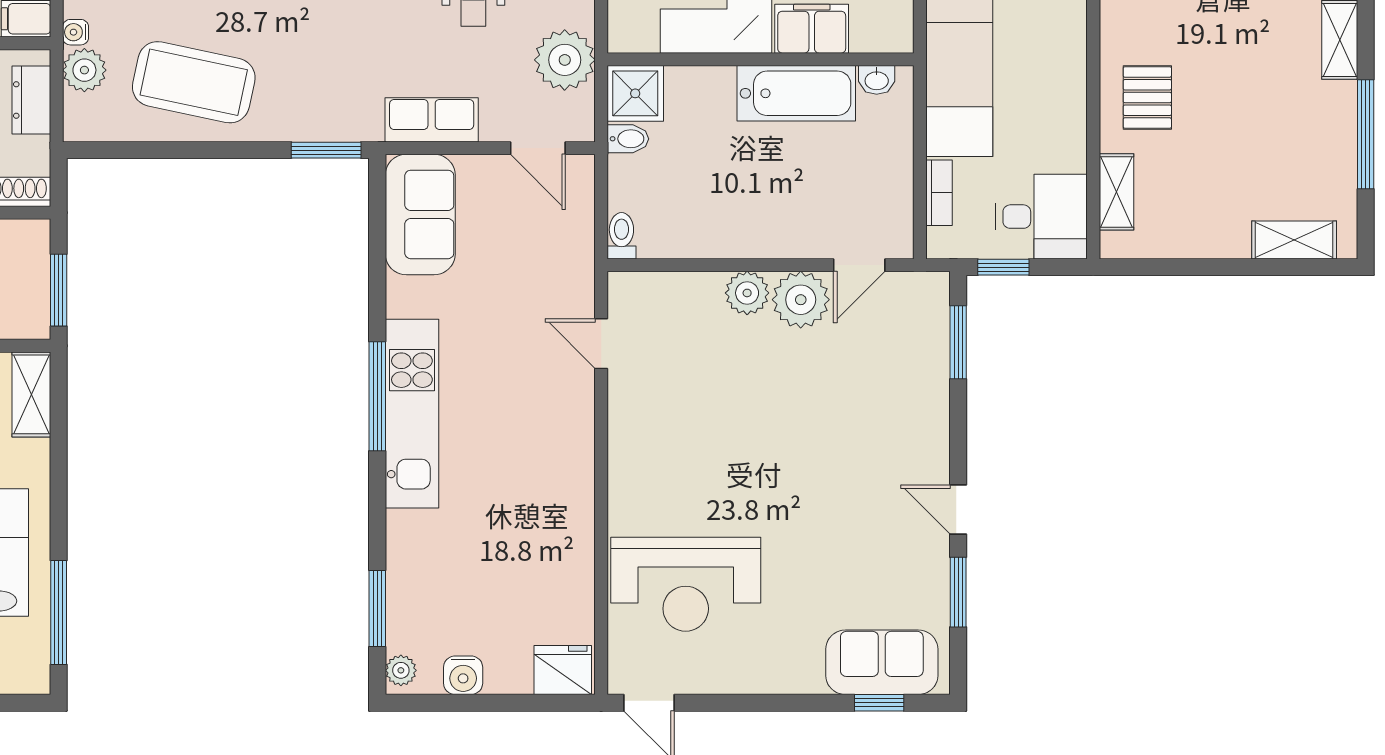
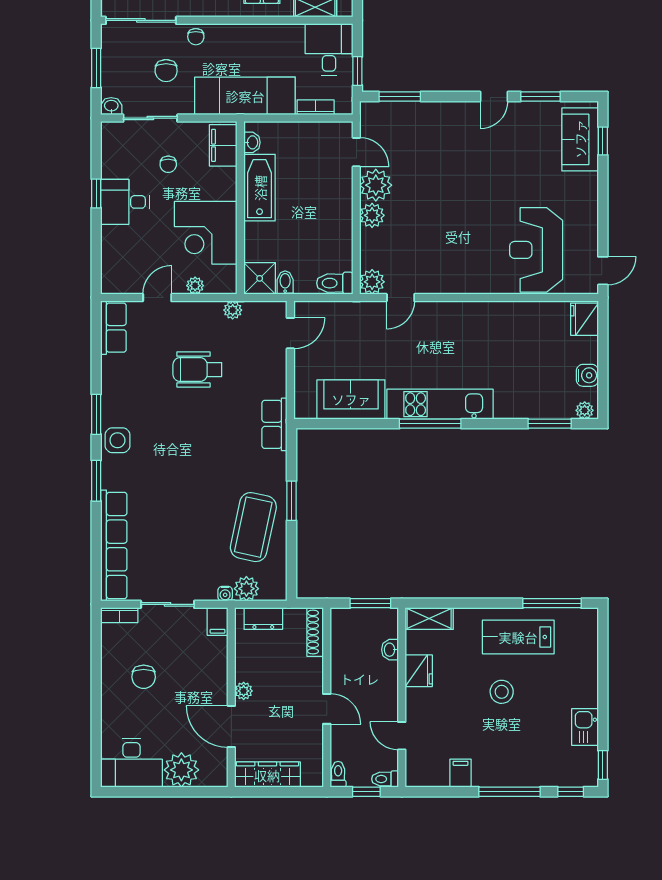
filing cabinet: (812, 29) -> (223, 145), moved
plant: (565, 60) -> (233, 310), width x0.53, depth x0.53
row of seats: (432, 120) -> (274, 424), moved
window: (326, 150) -> (292, 501), moved
sofa: (420, 214) -> (351, 399), moved
toilet: (621, 236) -> (335, 283), width x1.37, depth x1.39
plant: (629, 293) -> (372, 282), added
reception desk: (686, 584) -> (536, 250), turned 180

